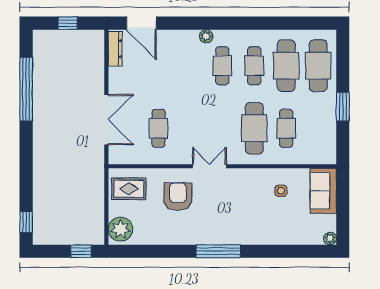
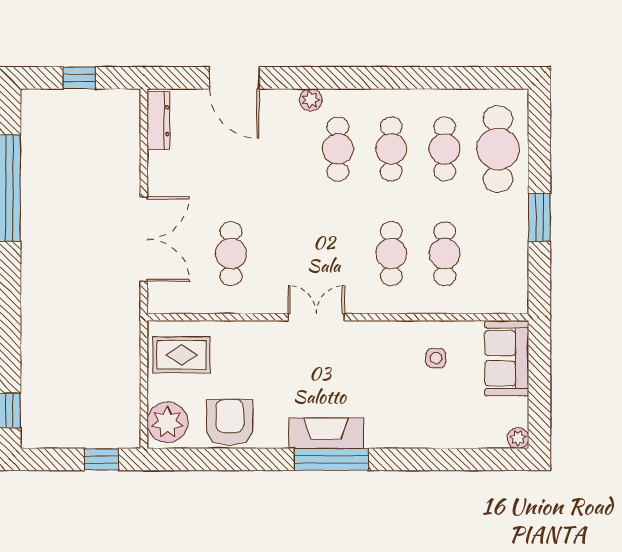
door: (141, 23) -> (234, 78), moved
cafe table: (286, 66) -> (445, 149), width x0.73, depth x0.74
cafe table: (254, 128) -> (391, 254), width x0.73, depth x0.74
armchair: (178, 197) -> (230, 423), moved
fireplace: (215, 236) -> (326, 433), added

